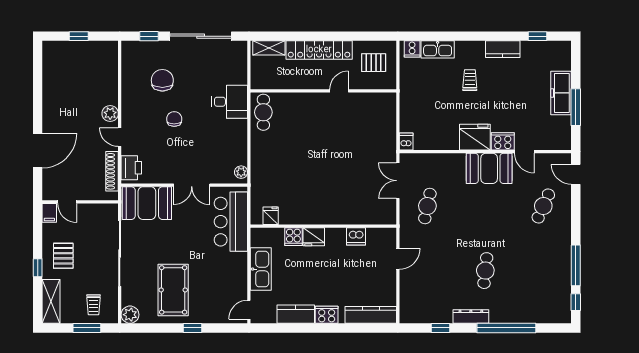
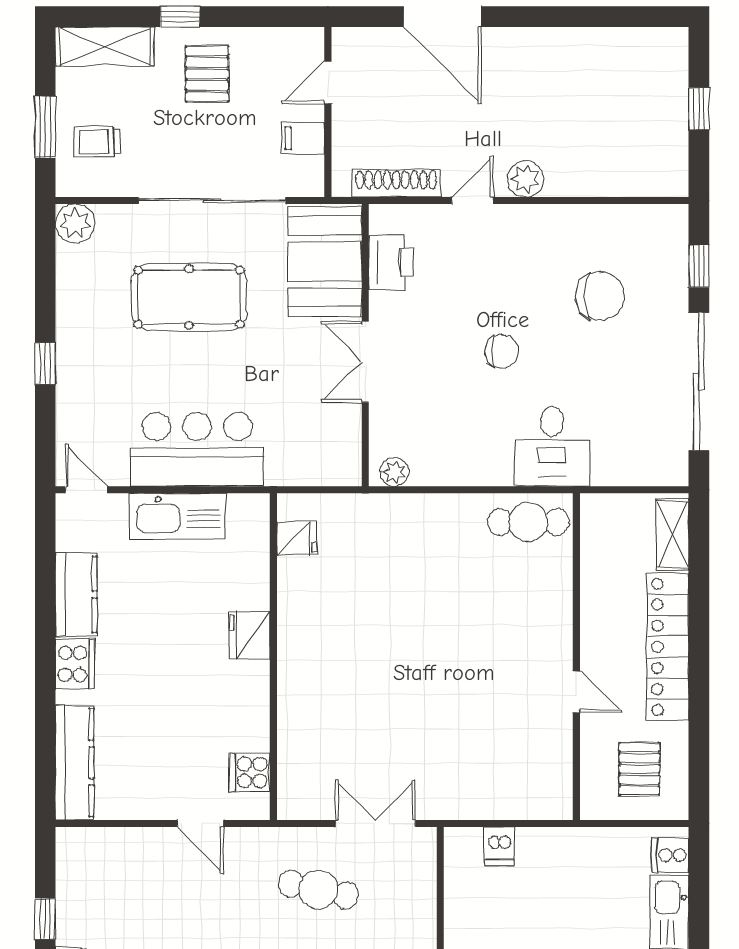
chair: (174, 119) -> (502, 351), moved
dishwasher: (406, 141) -> (499, 846), moved, turned 90
printer: (131, 168) -> (391, 262), moved, turned -90
filing cabinet: (49, 213) -> (303, 138), moved
bar counter: (231, 222) -> (197, 449), moved
dishwasher: (356, 236) -> (250, 729), removed
cooker: (293, 237) -> (250, 772), moved
pallet: (63, 256) -> (207, 74), turned 90
pool table: (173, 290) -> (189, 297), moved

